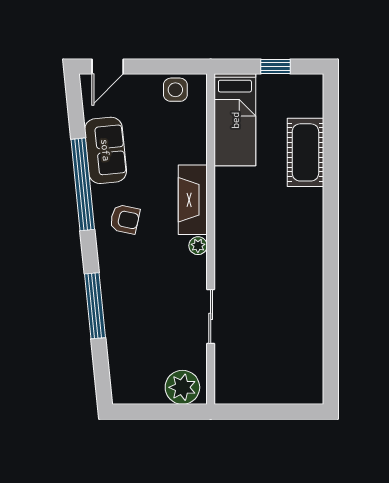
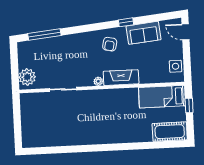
window: (275, 66) -> (189, 105), moved
cot: (305, 152) -> (170, 132), moved
window: (83, 184) -> (126, 22), width x0.32
window: (95, 306) -> (44, 35), moved

